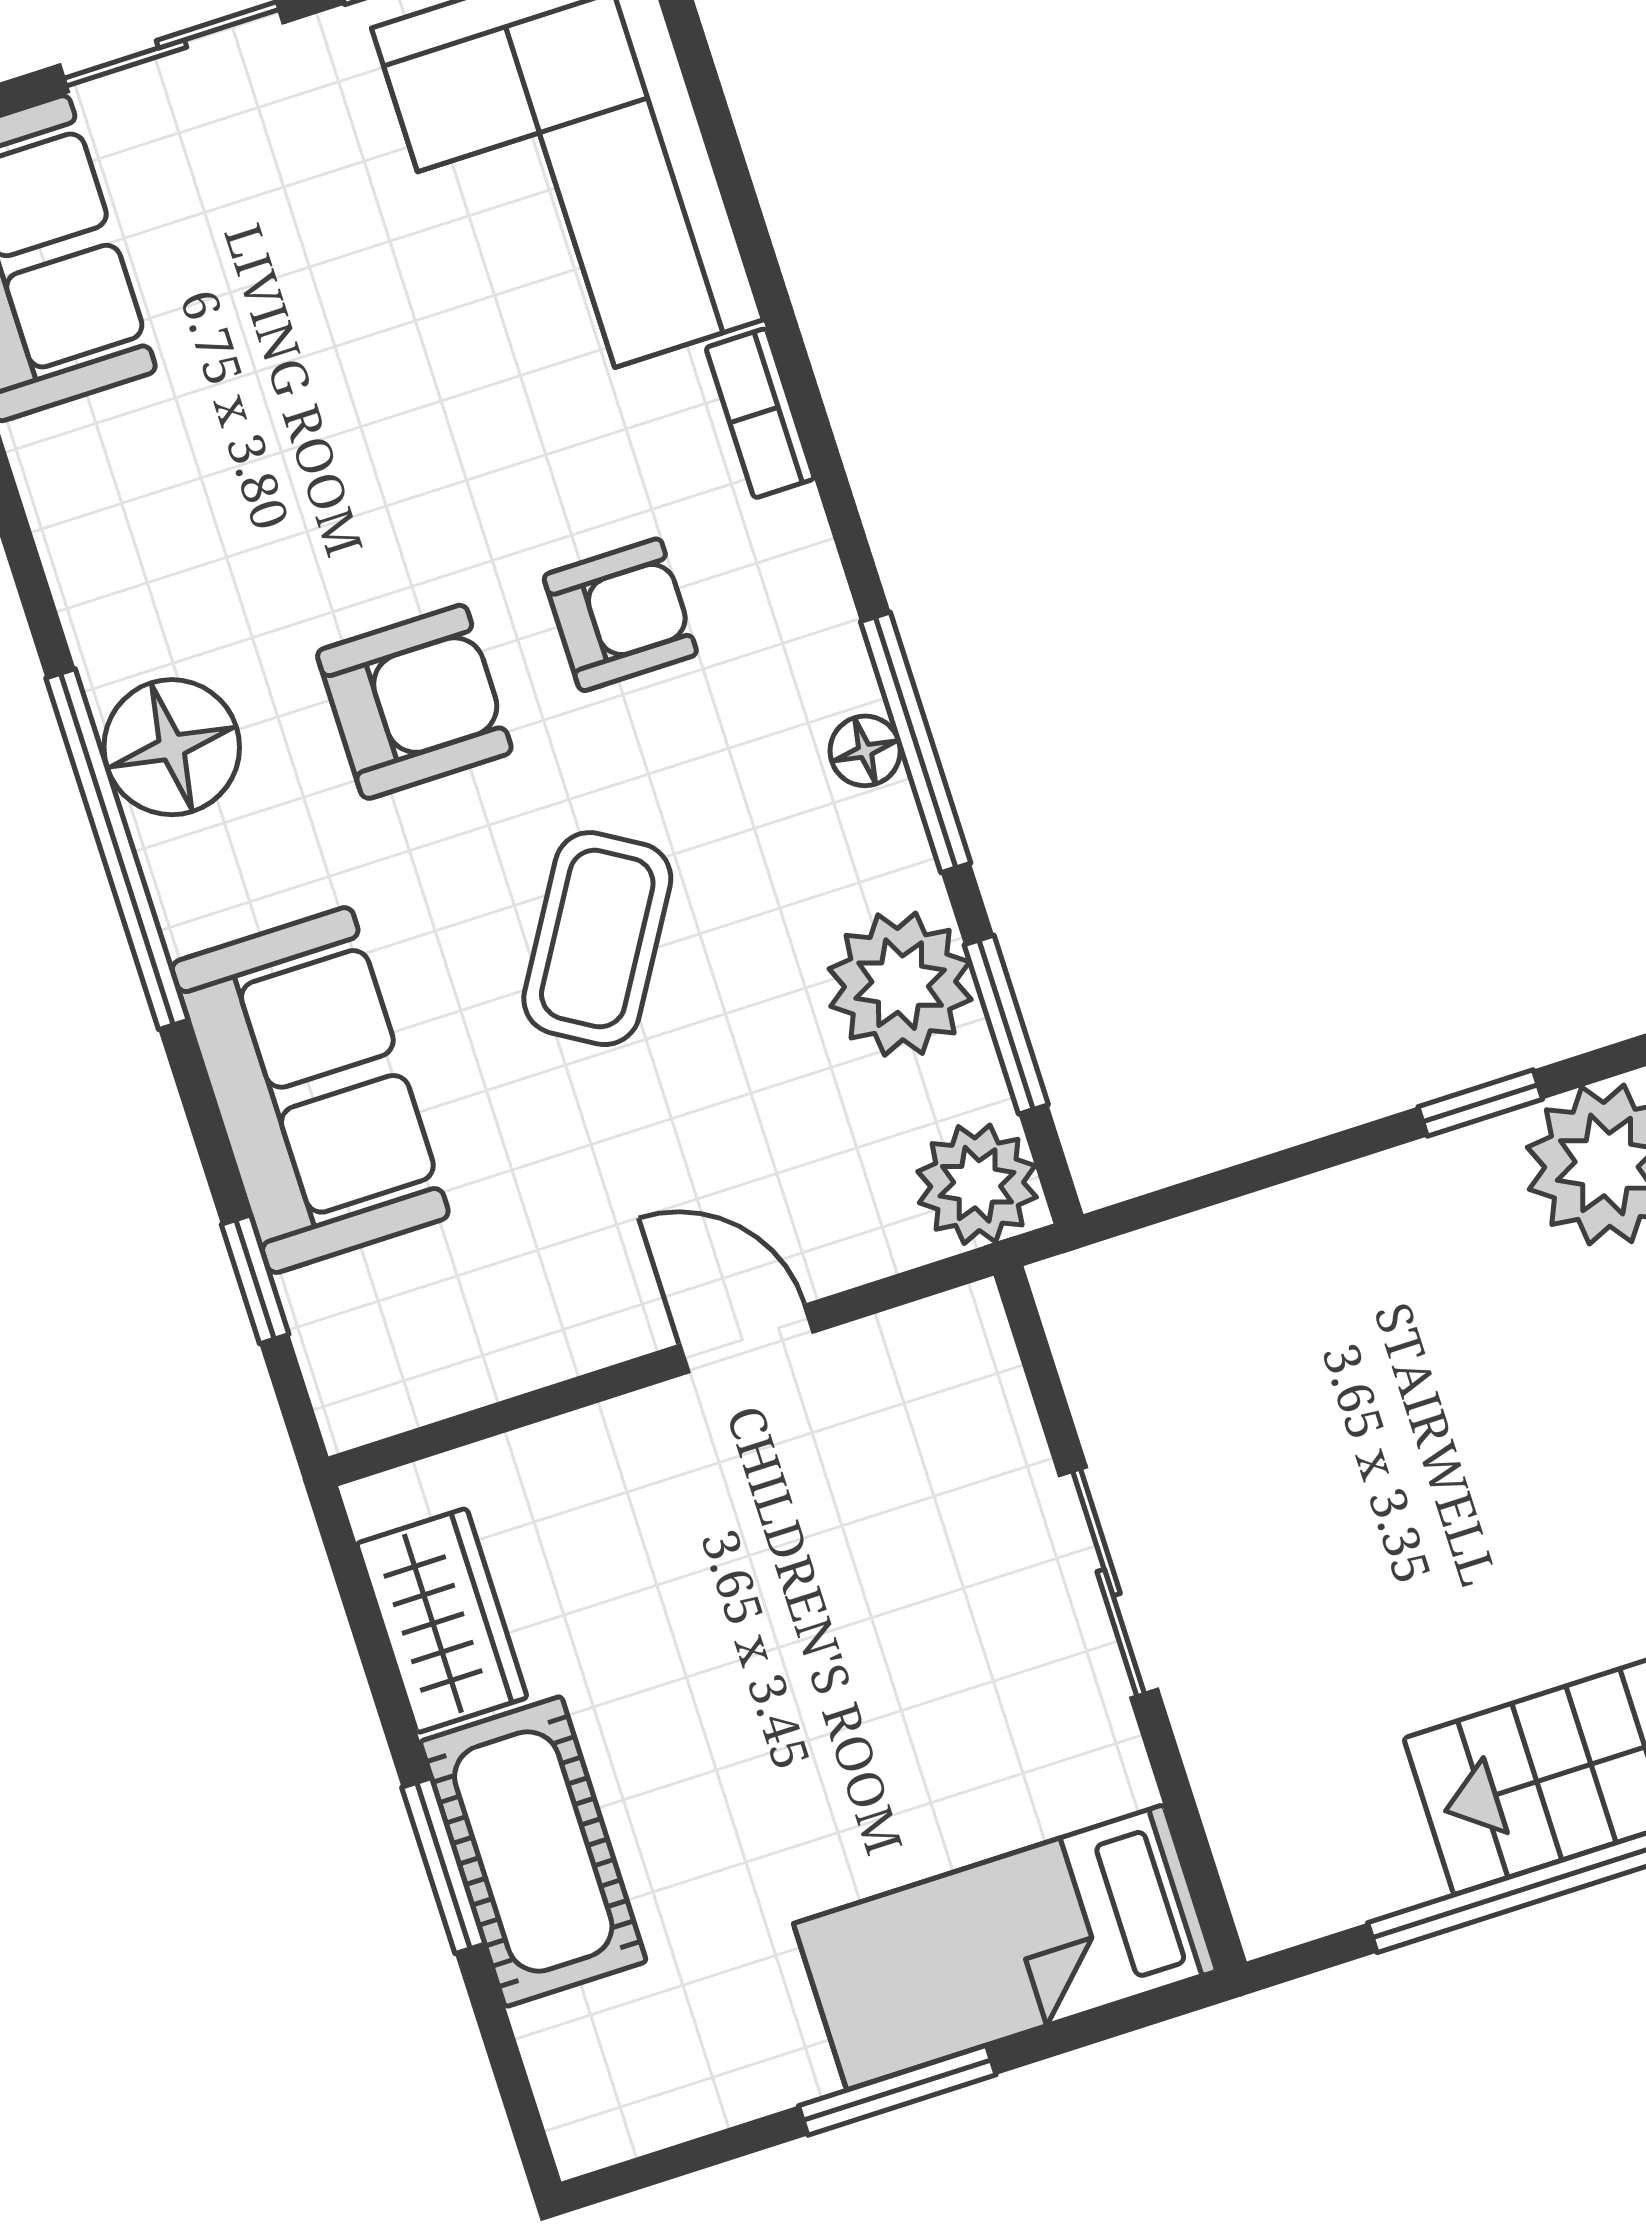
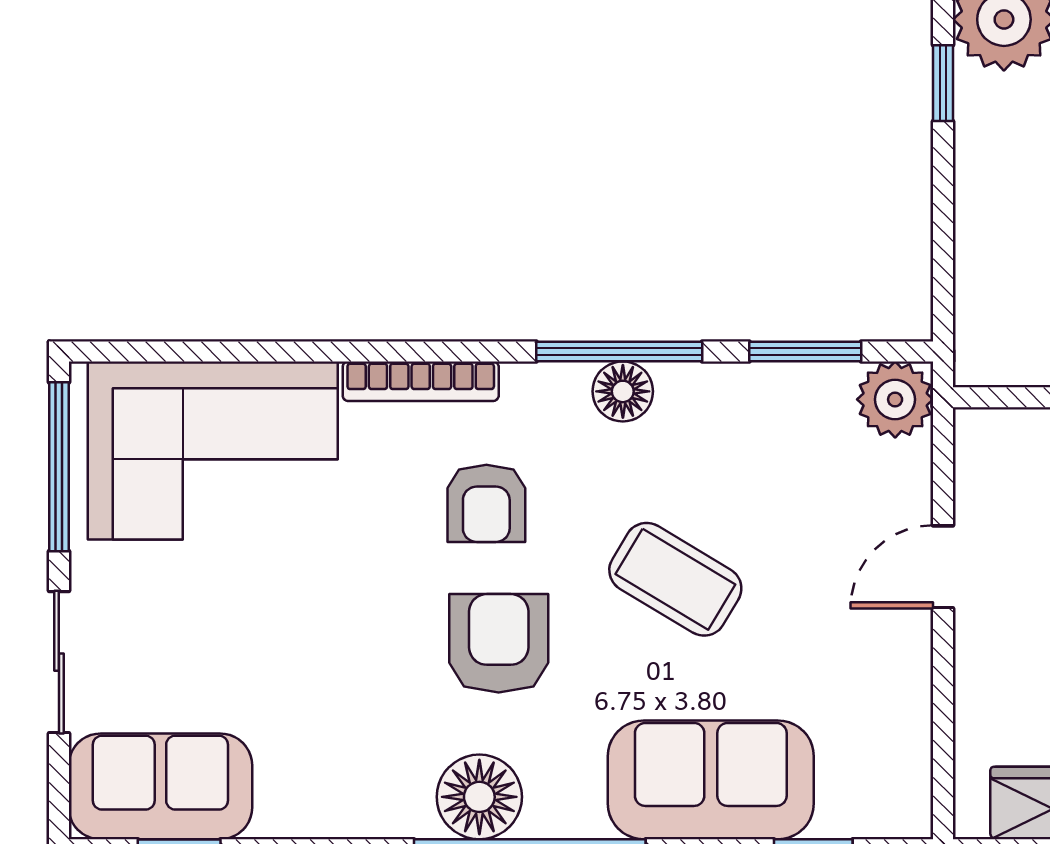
bookcase: (760, 413) -> (421, 381), width x1.56
armchair: (620, 615) -> (486, 503), turned 180
floor lamp: (865, 751) -> (623, 391), width x1.37, depth x1.37
plant: (900, 984) -> (761, 407), removed

